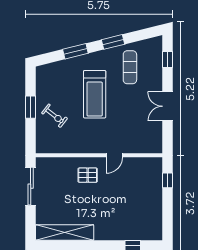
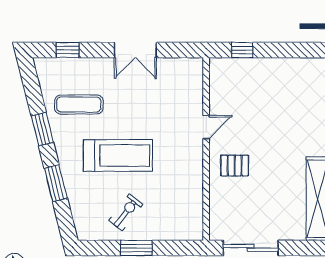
exercise bike: (54, 116) -> (126, 212), moved
door: (114, 155) -> (206, 127), hinge flipped
pallet: (88, 175) -> (235, 166), turned 90

